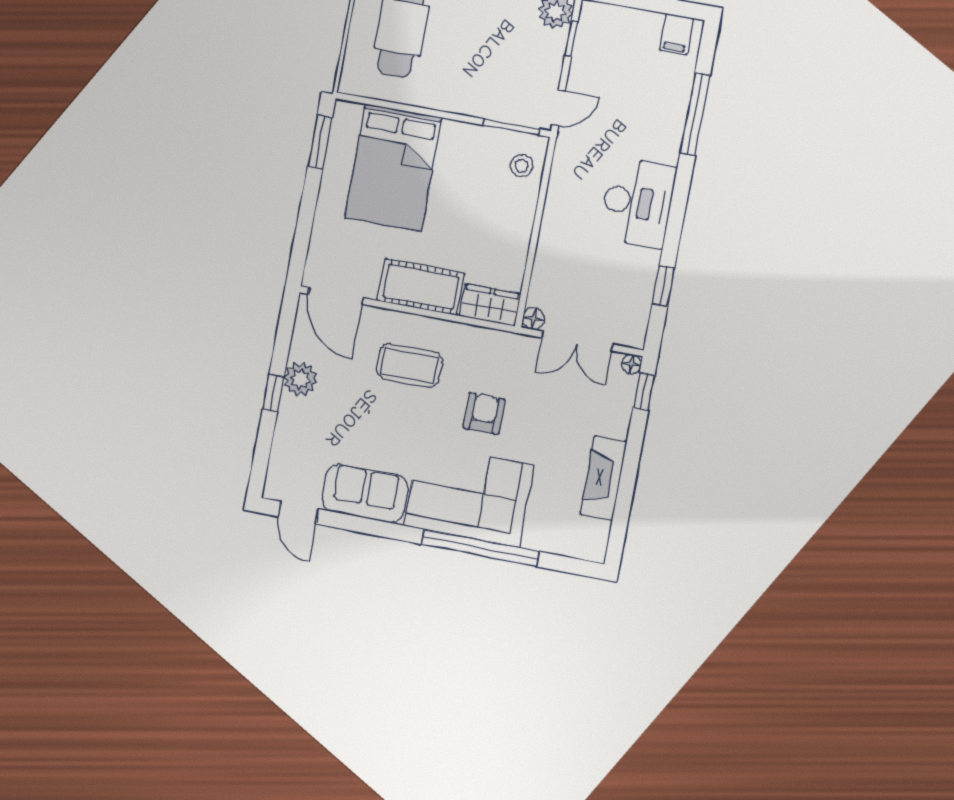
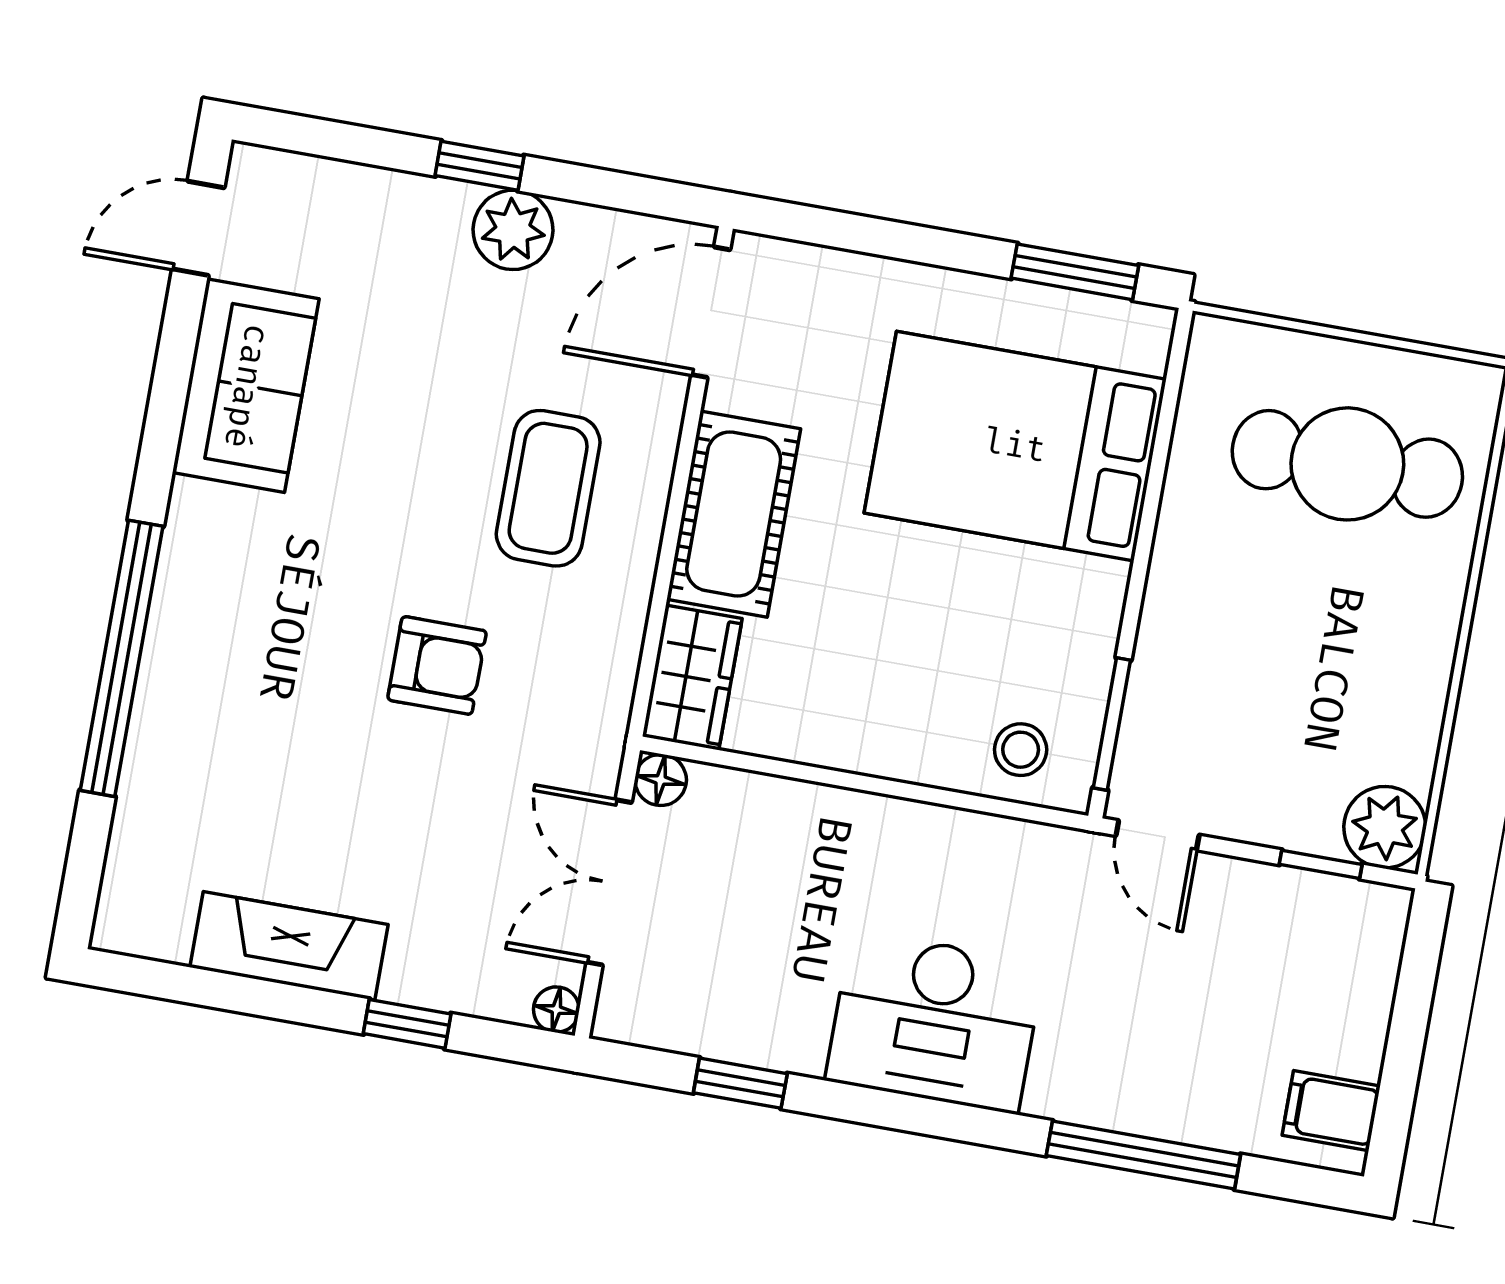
window: (644, 391) -> (407, 1024), moved
corner sofa: (469, 495) -> (244, 631), removed

